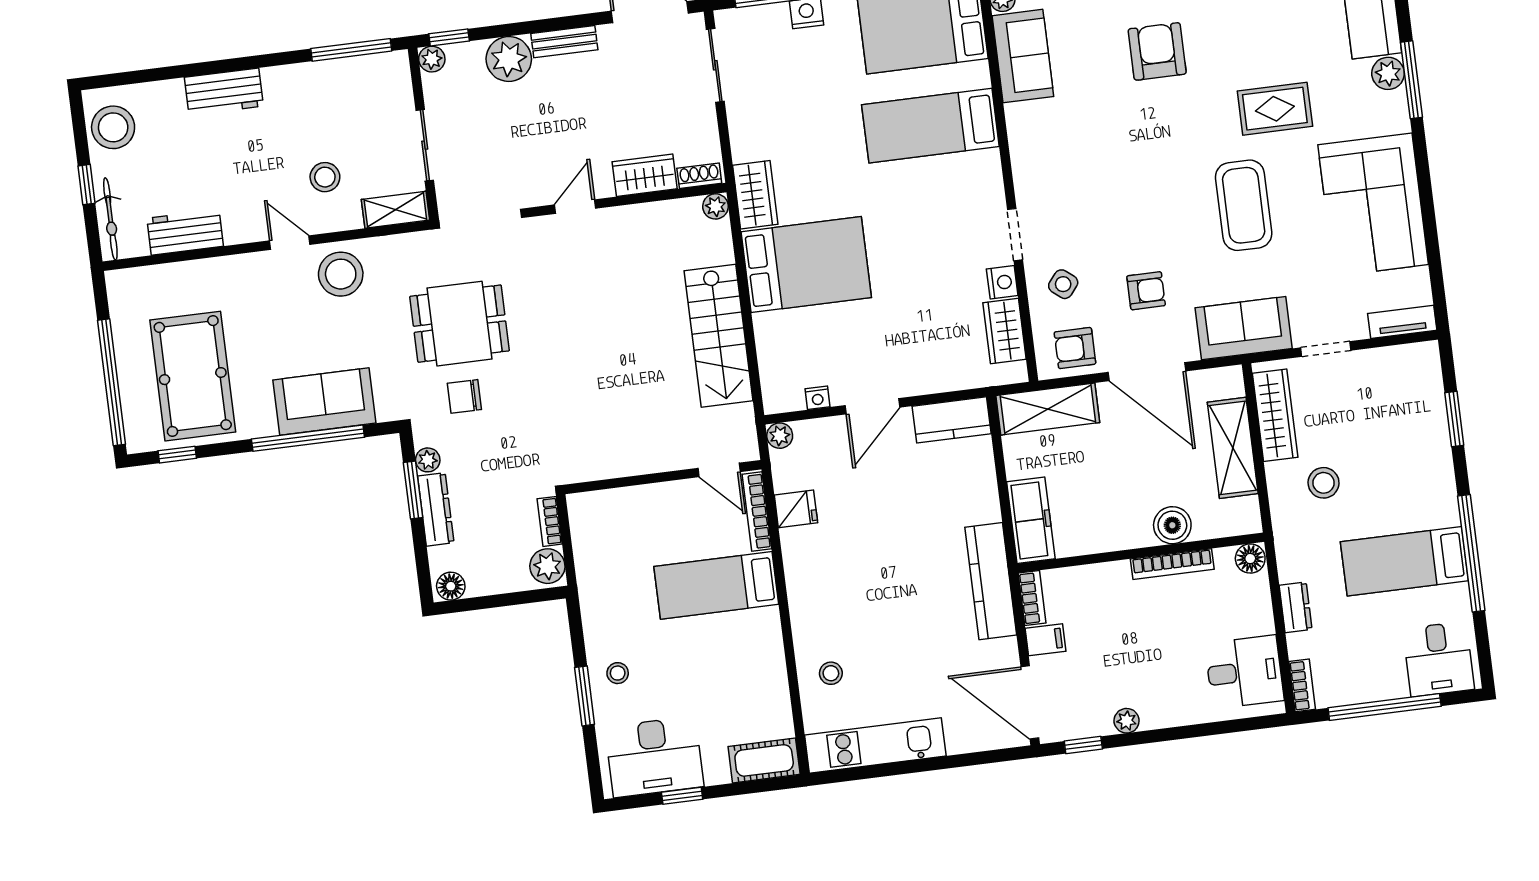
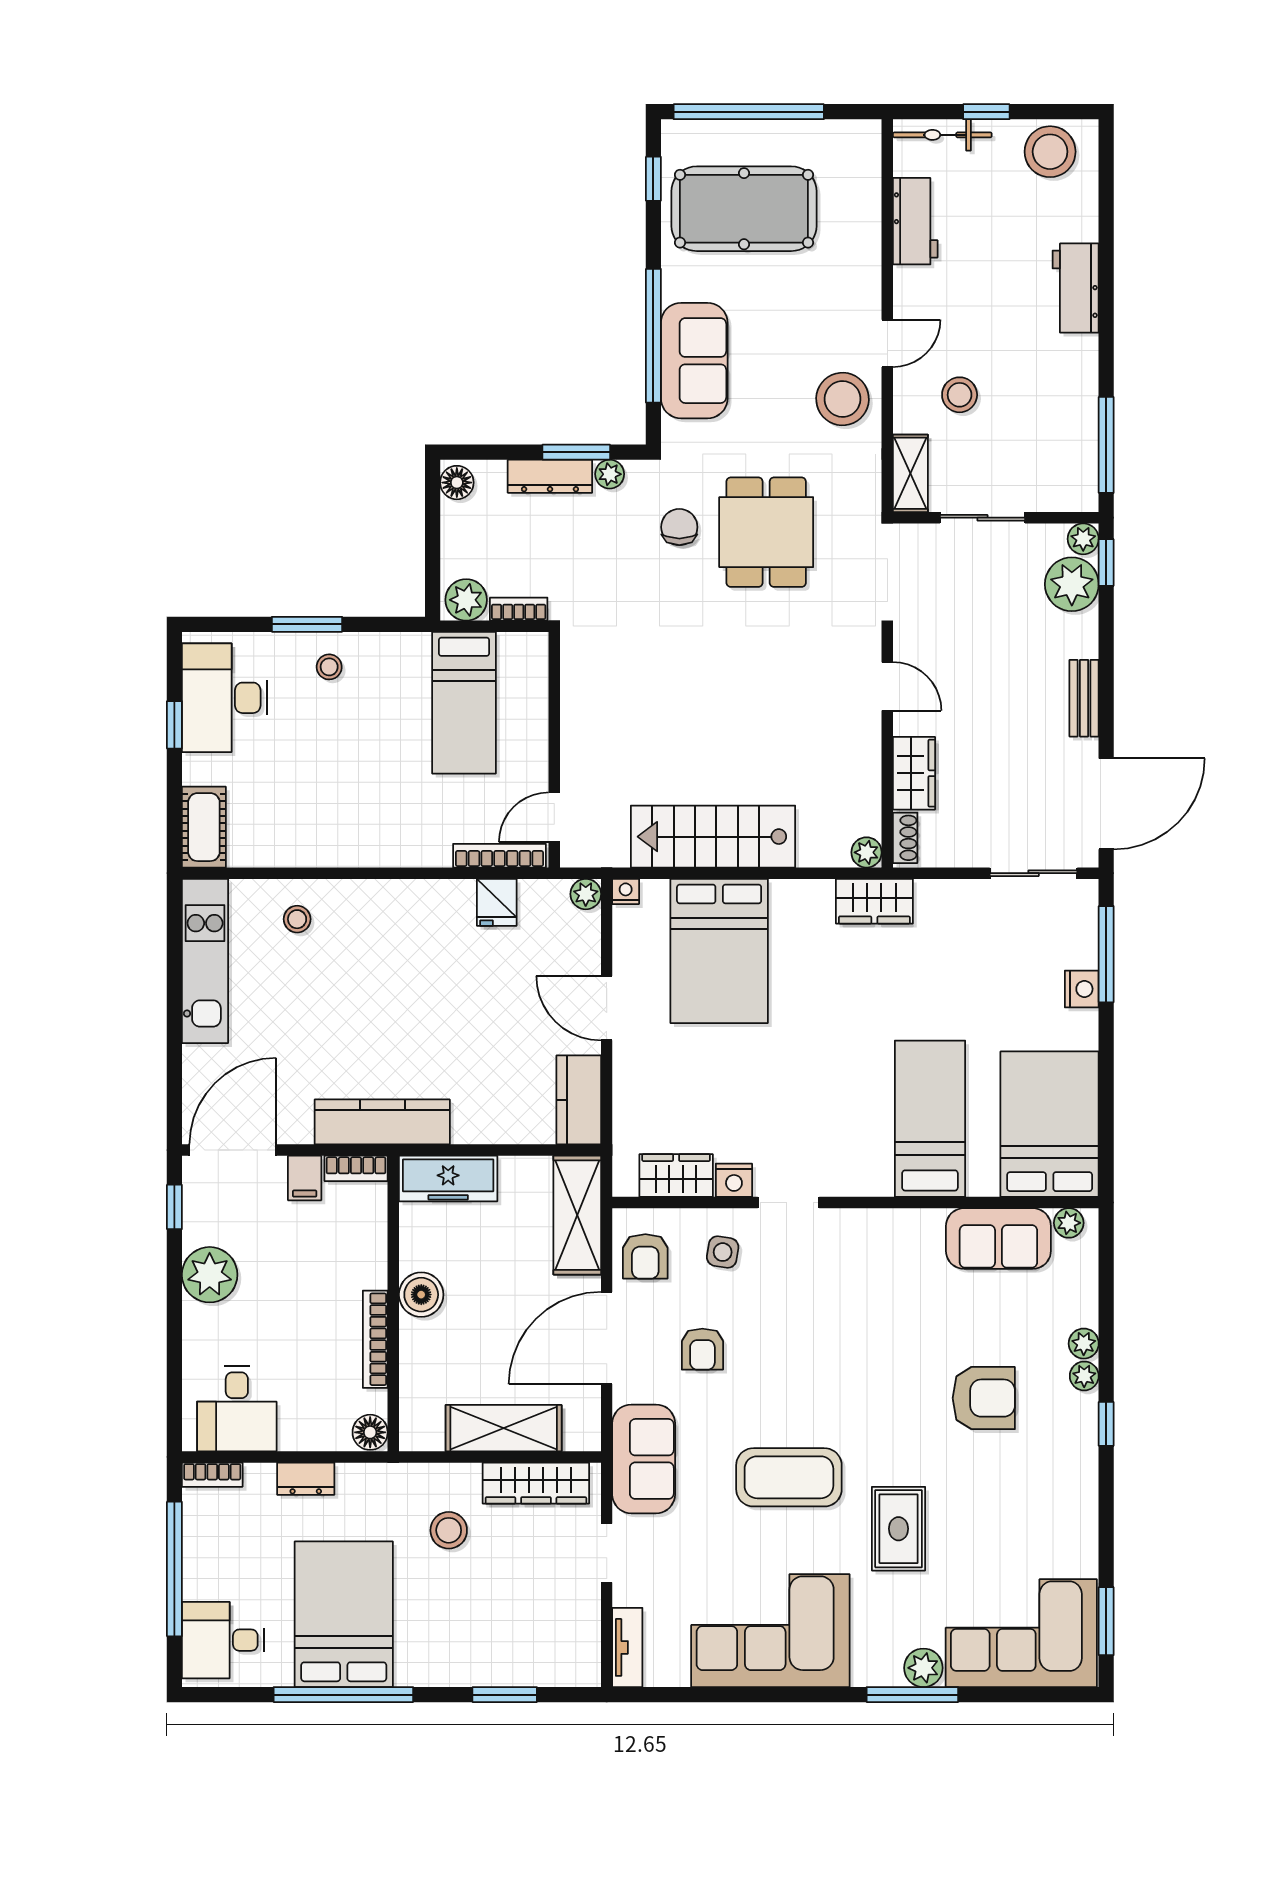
plant: (509, 59) -> (1072, 584), moved
bed: (806, 265) -> (719, 951), moved
side table: (1063, 284) -> (723, 1252), turned -30
armchair: (1075, 348) -> (645, 1256), turned 180
nightstand: (817, 398) -> (626, 891), moved, turned 90
boiler: (1172, 525) -> (421, 1295), moved
bed: (1404, 561) -> (344, 1614), width x1.50
bed: (716, 585) -> (464, 703), moved, turned 180
plant: (1127, 721) -> (210, 1275), width x1.88, depth x1.88

